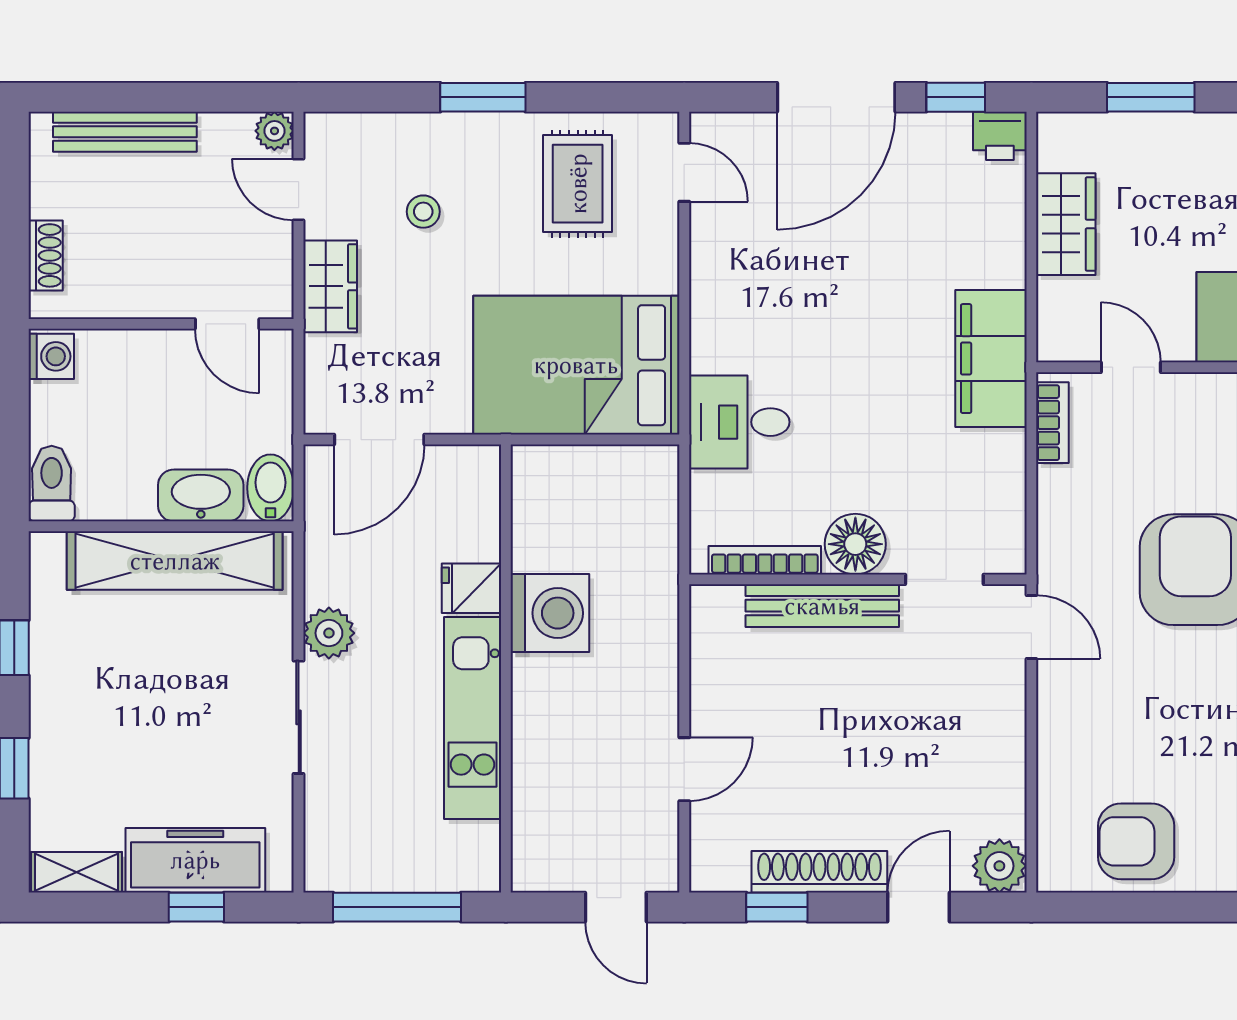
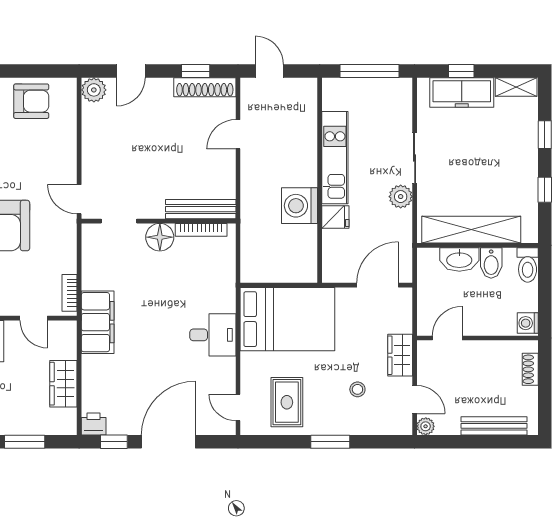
door: (227, 324) -> (447, 338), hinge flipped
desk: (739, 422) -> (213, 335), moved
bidet: (271, 488) -> (491, 263), moved
bench: (822, 606) -> (201, 209), moved
shoe rack: (819, 872) -> (205, 87), moved

